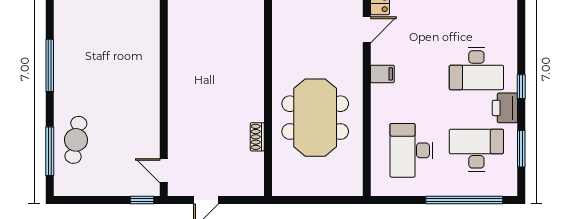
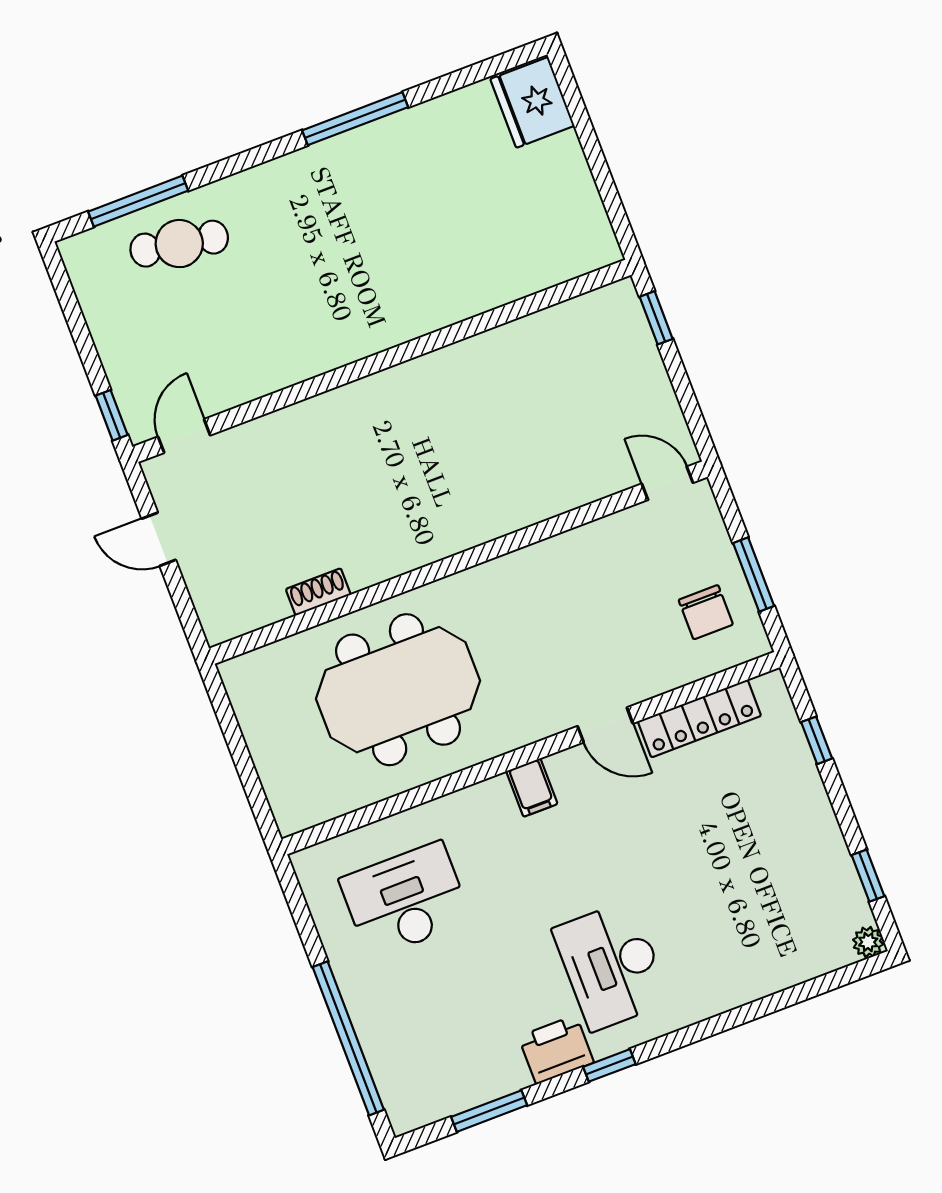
window: (50, 65) -> (355, 119), moved
desk: (476, 150) -> (453, 1026), removed

